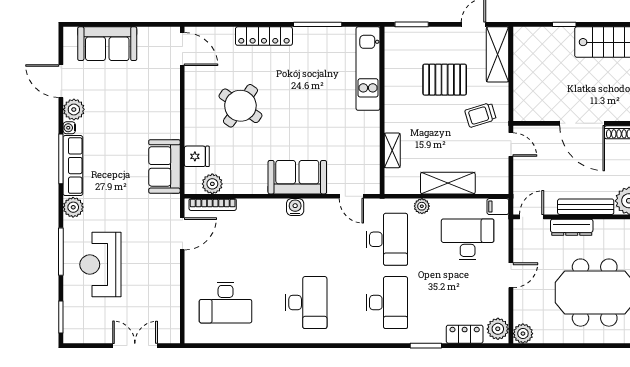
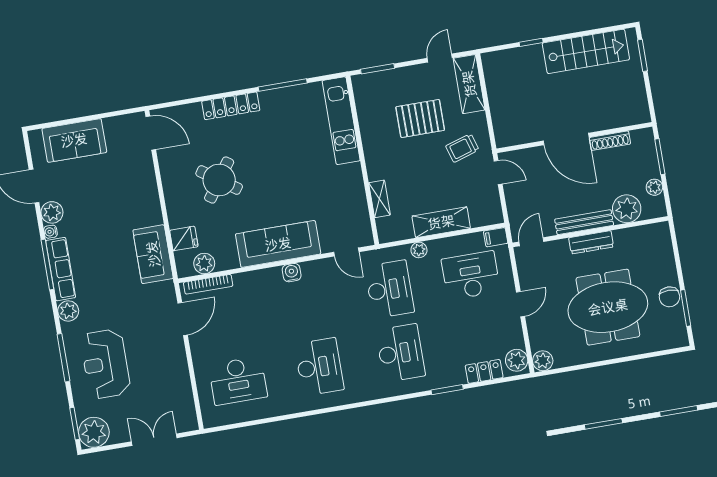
sofa: (297, 177) -> (278, 244), width x1.36
dresser: (572, 227) -> (591, 242), moved
plant: (78, 329) -> (94, 432), added

